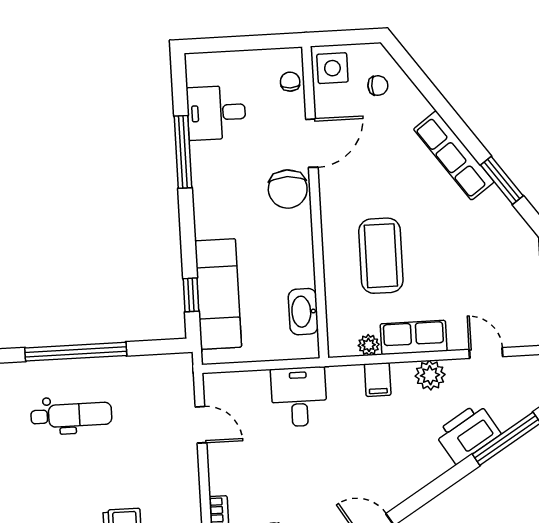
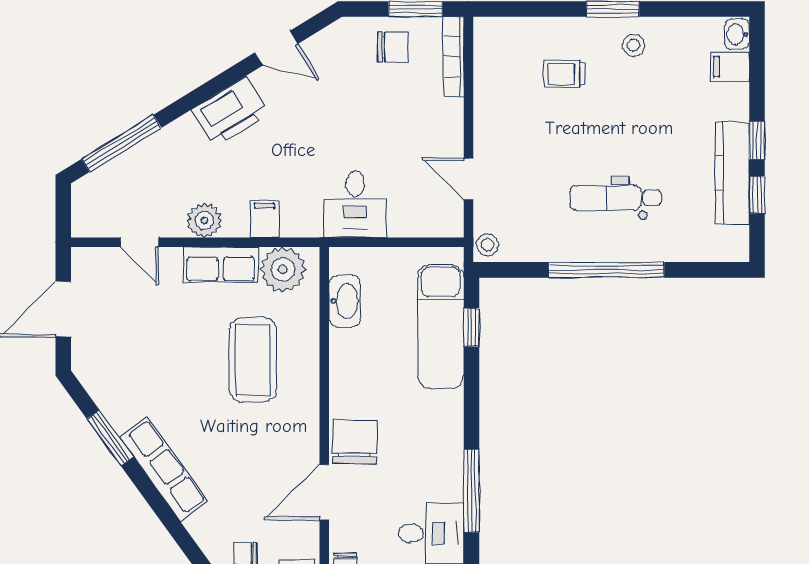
plant: (369, 345) -> (283, 270), width x1.88, depth x1.88
stool: (181, 368) -> (488, 245), added
printer: (468, 433) -> (231, 112), moved

